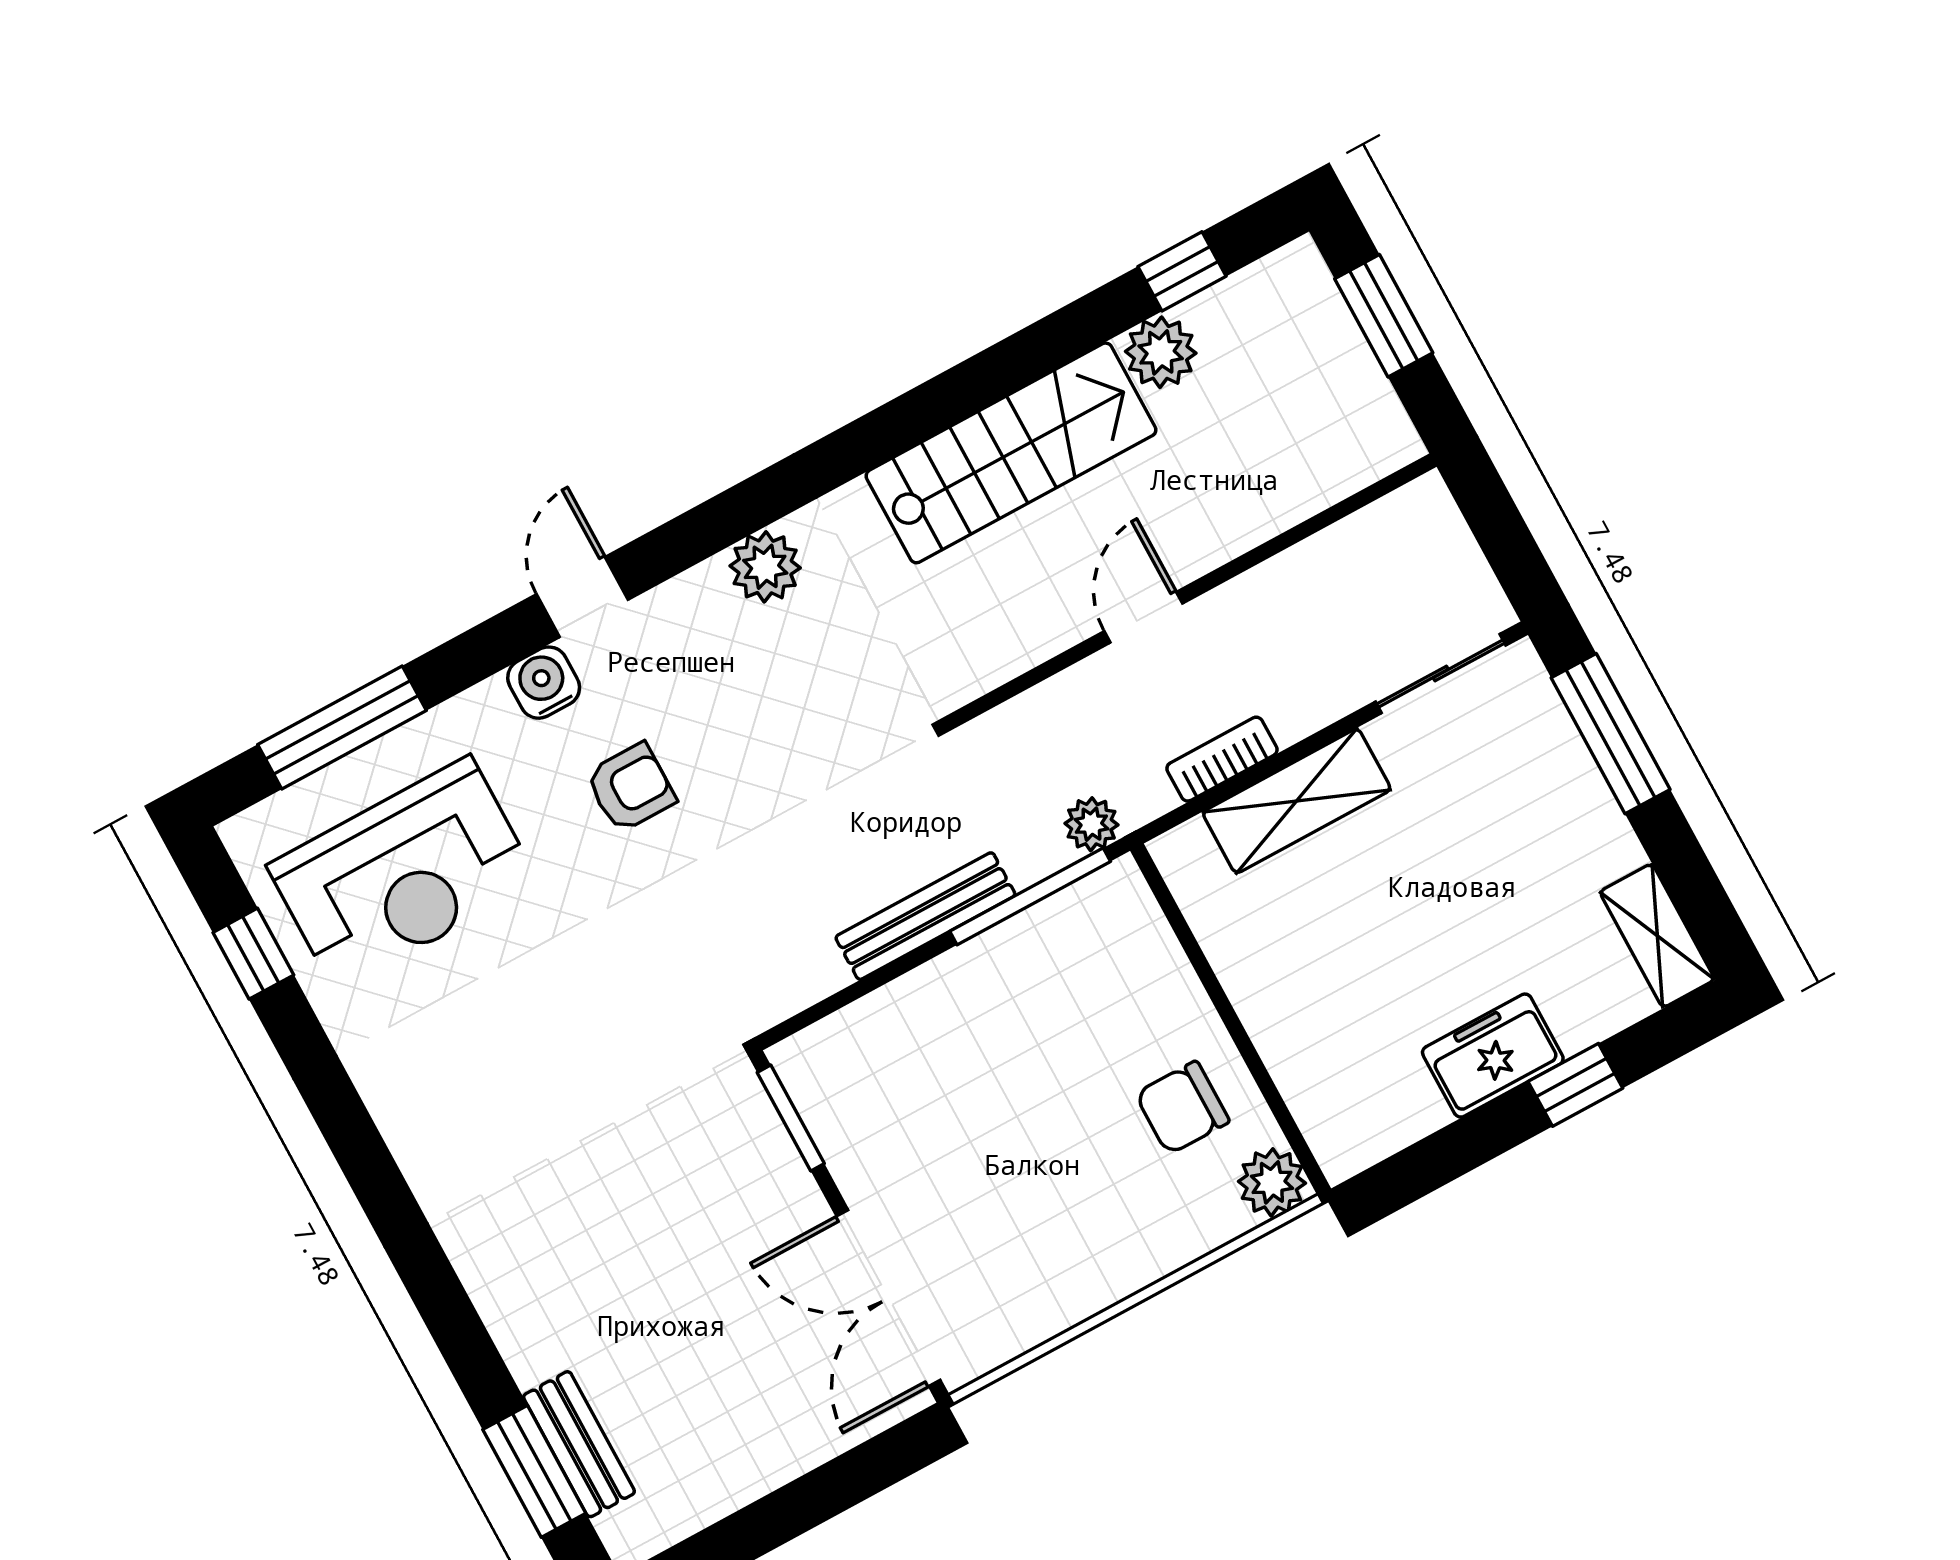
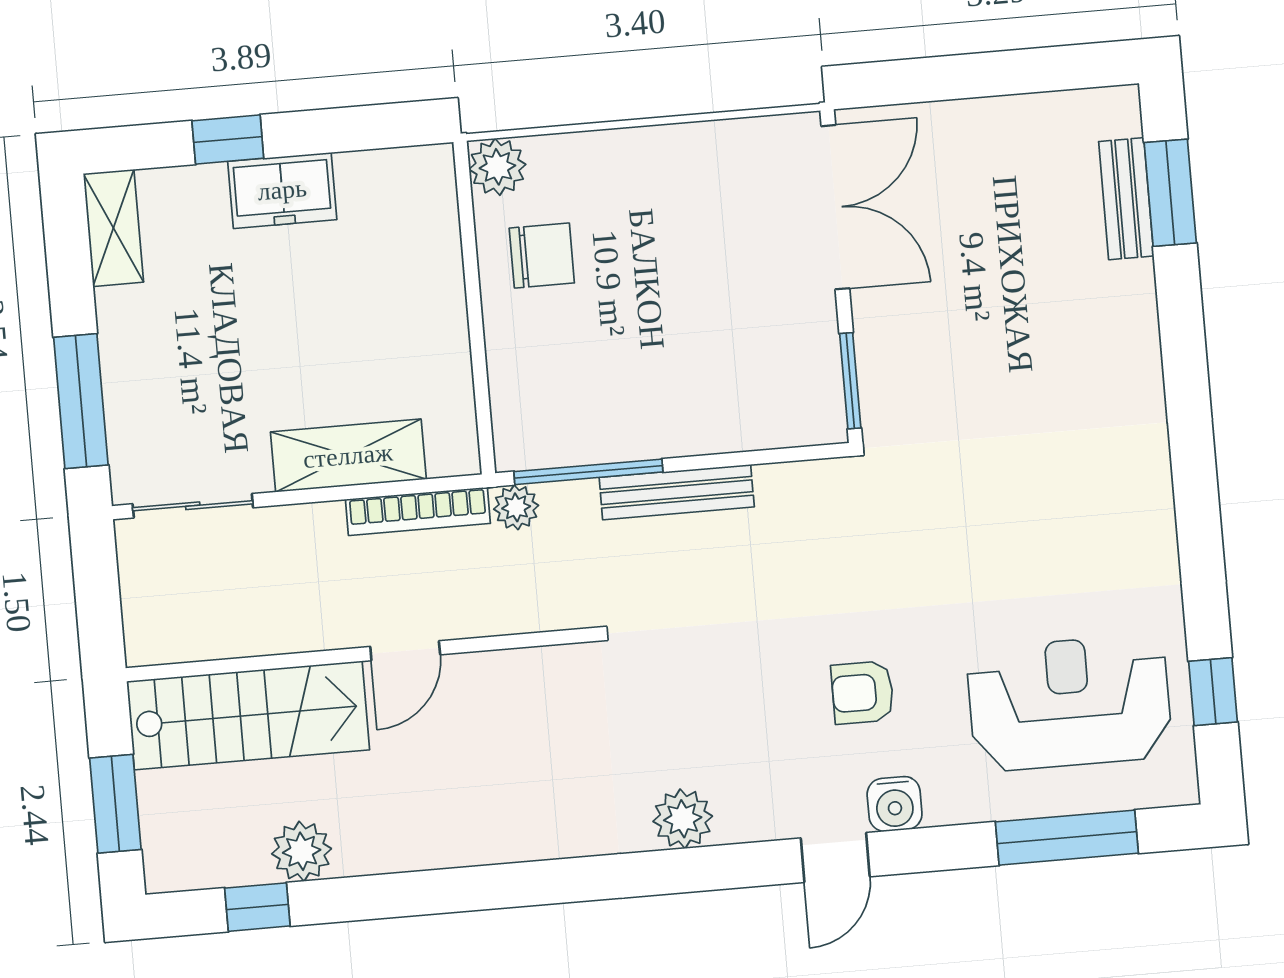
stairs: (1011, 453) -> (248, 715), moved, turned 180
bookcase: (1222, 759) -> (418, 511), width x1.56

